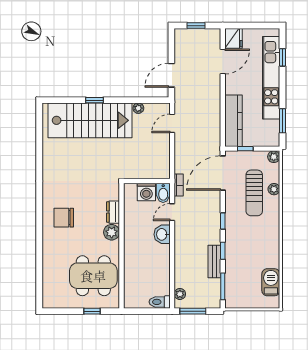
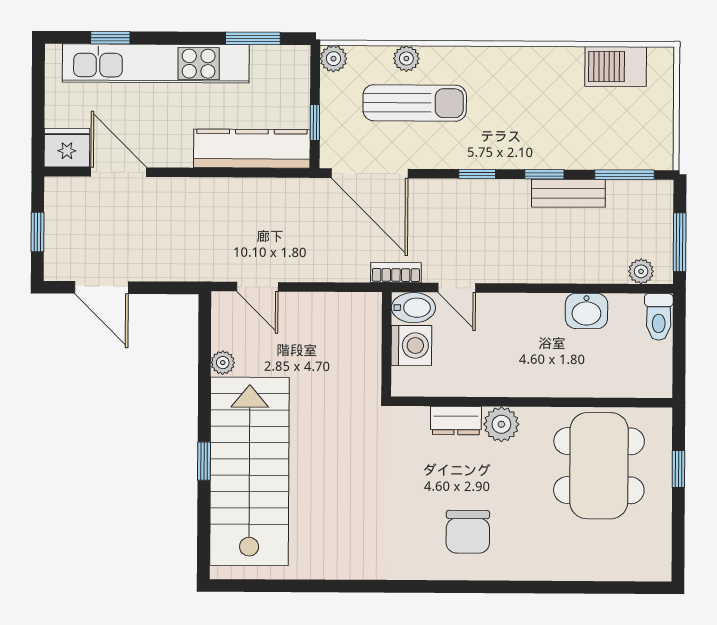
door: (171, 75) -> (101, 287), moved
washbasin: (162, 234) -> (586, 311), moved

